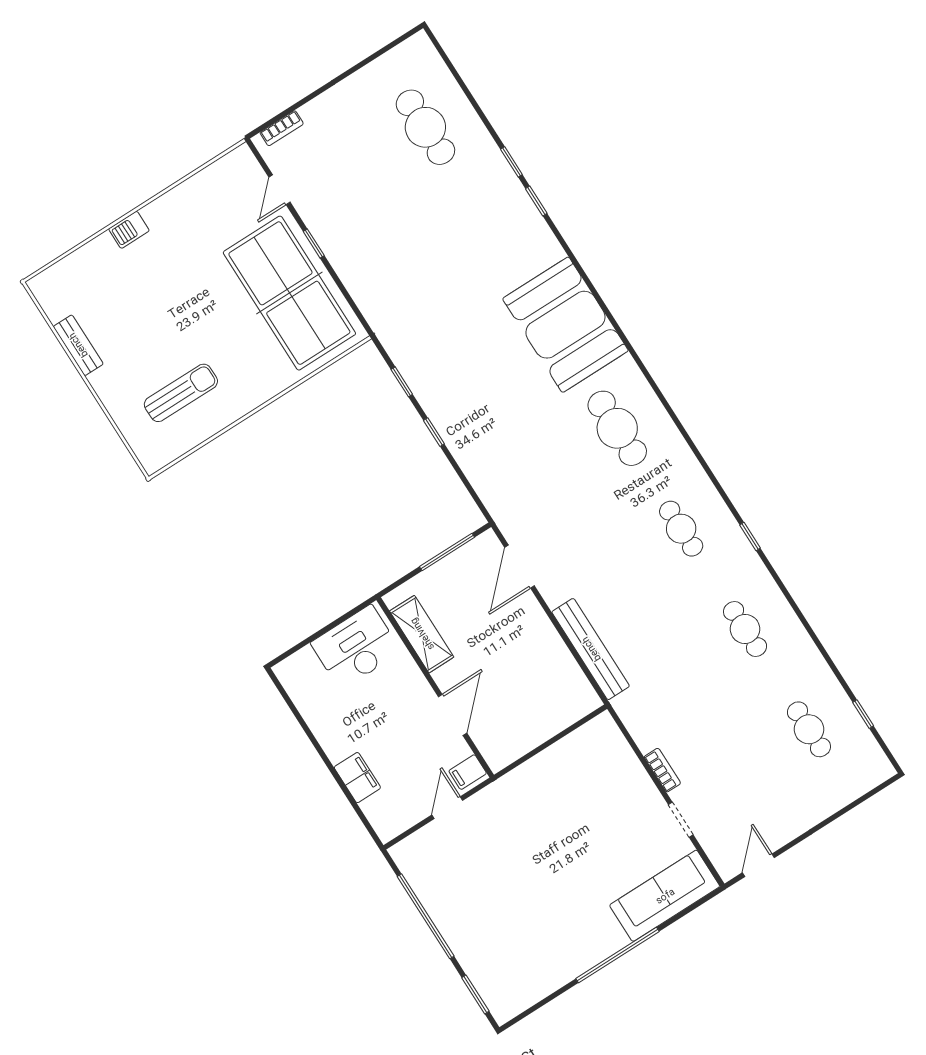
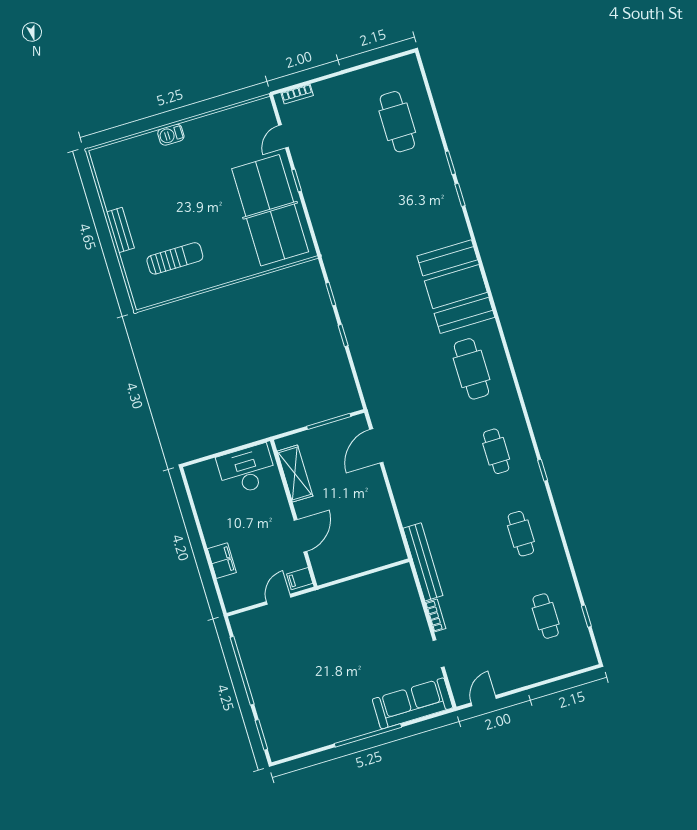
bench: (78, 345) -> (120, 230), moved
bench: (591, 649) -> (423, 562), moved

